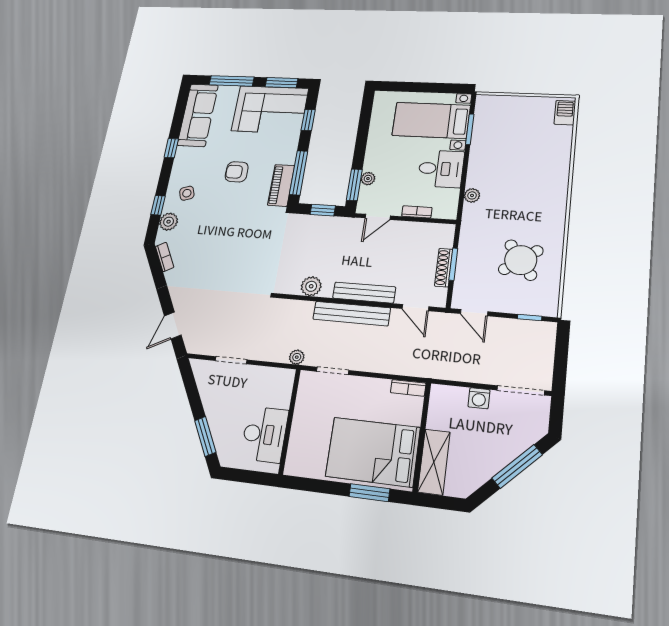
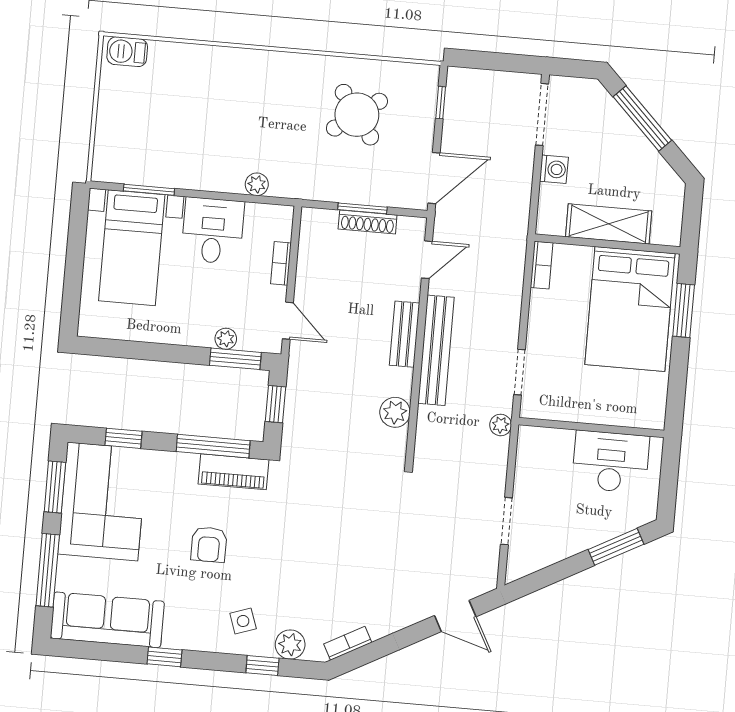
bench: (364, 293) -> (405, 334), width x0.73
door: (474, 313) -> (434, 178), width x1.37
shelving: (434, 462) -> (609, 224), moved

